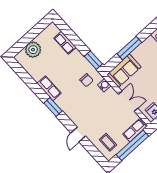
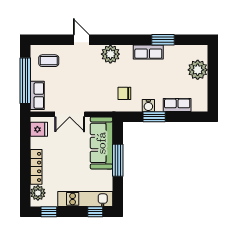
window: (93, 60) -> (154, 117), moved
sofa: (124, 71) -> (101, 143), width x1.36
water cooler: (104, 85) -> (148, 106), moved
window: (53, 107) -> (163, 40), moved
plant: (71, 109) -> (110, 54), added

